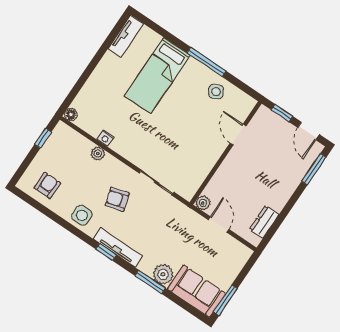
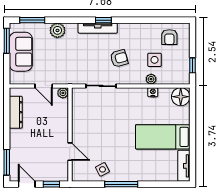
bed: (157, 76) -> (163, 137), moved, turned -90
floor lamp: (71, 114) -> (181, 97), width x1.89, depth x1.89
side table: (82, 215) -> (154, 60), moved
dresser: (264, 222) -> (16, 112), width x1.44
window: (150, 282) -> (32, 20), moved
sofa: (196, 291) -> (21, 52), moved, turned -90

